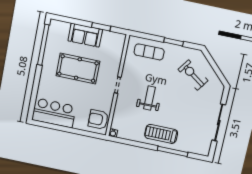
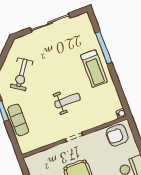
exercise mat: (149, 52) -> (18, 120), moved
weight bench: (149, 98) -> (68, 101), turned 180
armchair: (98, 119) -> (117, 135), turned 90

